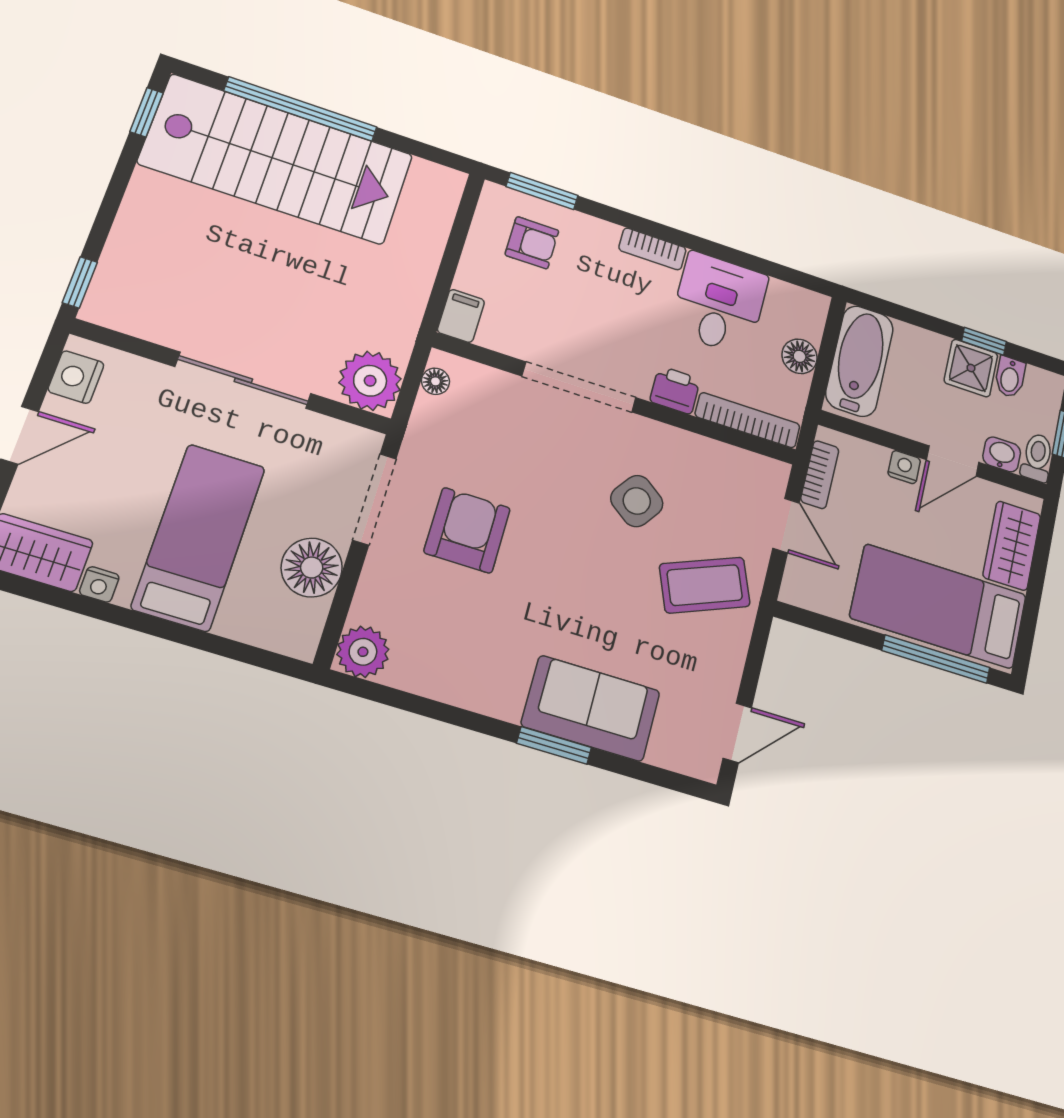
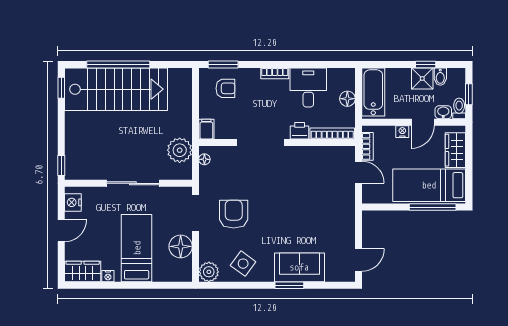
plant: (370, 381) -> (180, 150), moved
side table: (637, 501) -> (243, 264), moved
coffee table: (705, 585) -> (331, 206), removed

